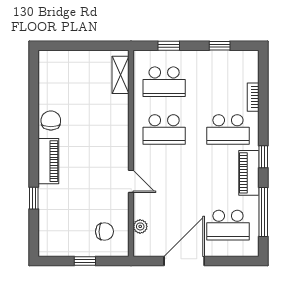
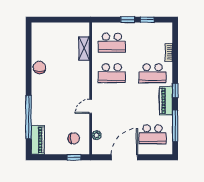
window: (169, 46) -> (128, 20), moved
shelving: (121, 75) -> (84, 48), moved
piano: (48, 161) -> (38, 140), moved
door: (131, 181) -> (91, 106), swing flipped
window: (34, 198) -> (29, 117), width x3.17
window: (85, 261) -> (74, 157), moved

